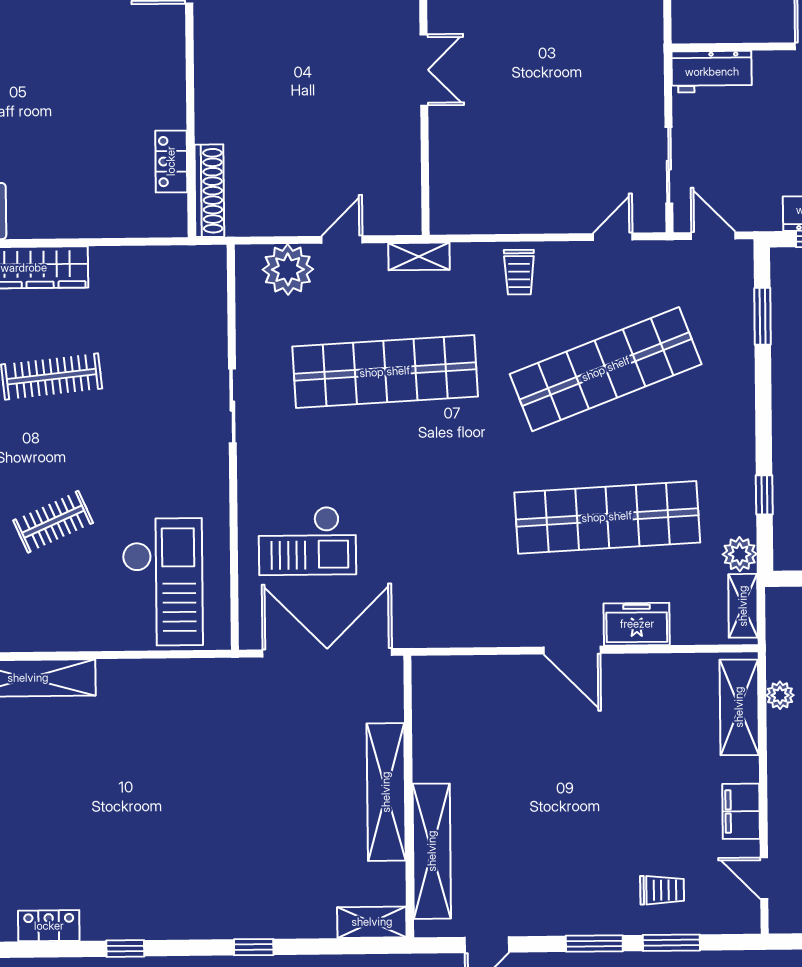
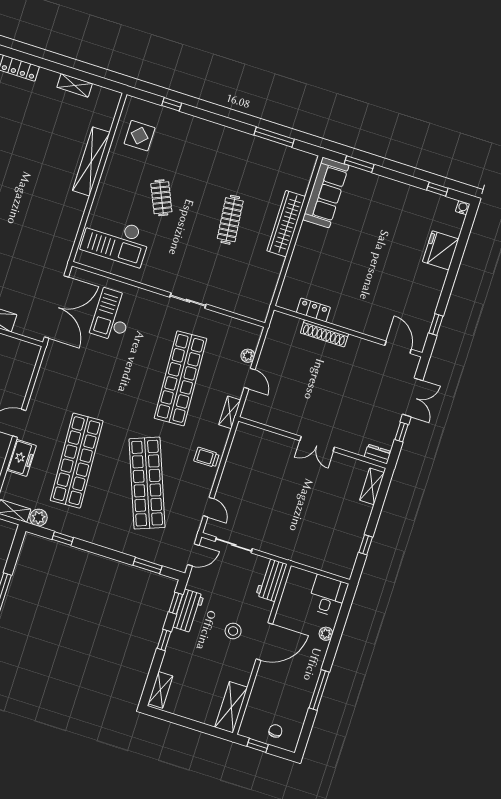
shoe rack: (209, 191) -> (324, 333), moved
plant: (288, 269) -> (248, 356), width x0.53, depth x0.53

